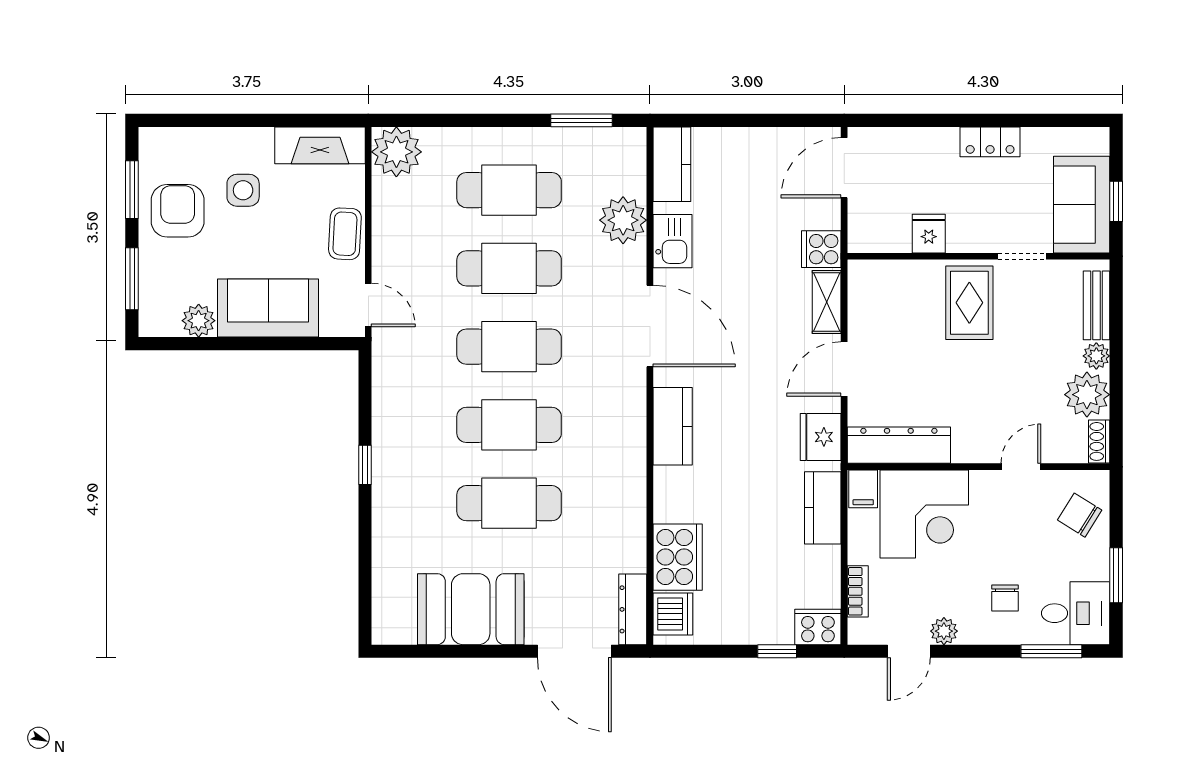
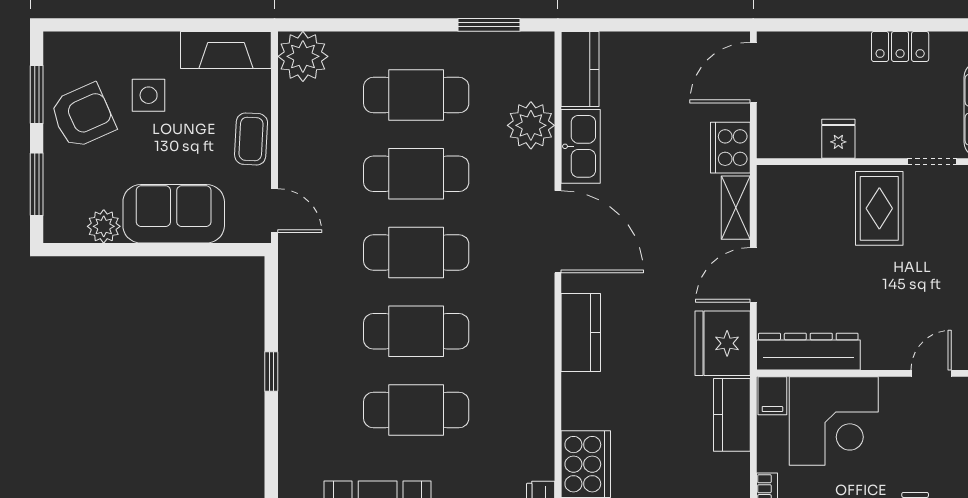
armchair: (178, 211) -> (83, 116), turned 66
kitchen sink: (673, 241) -> (581, 146), width x1.38
cooker: (821, 249) -> (730, 148), width x1.36
fridge: (821, 437) -> (723, 343), width x1.36, depth x1.34

